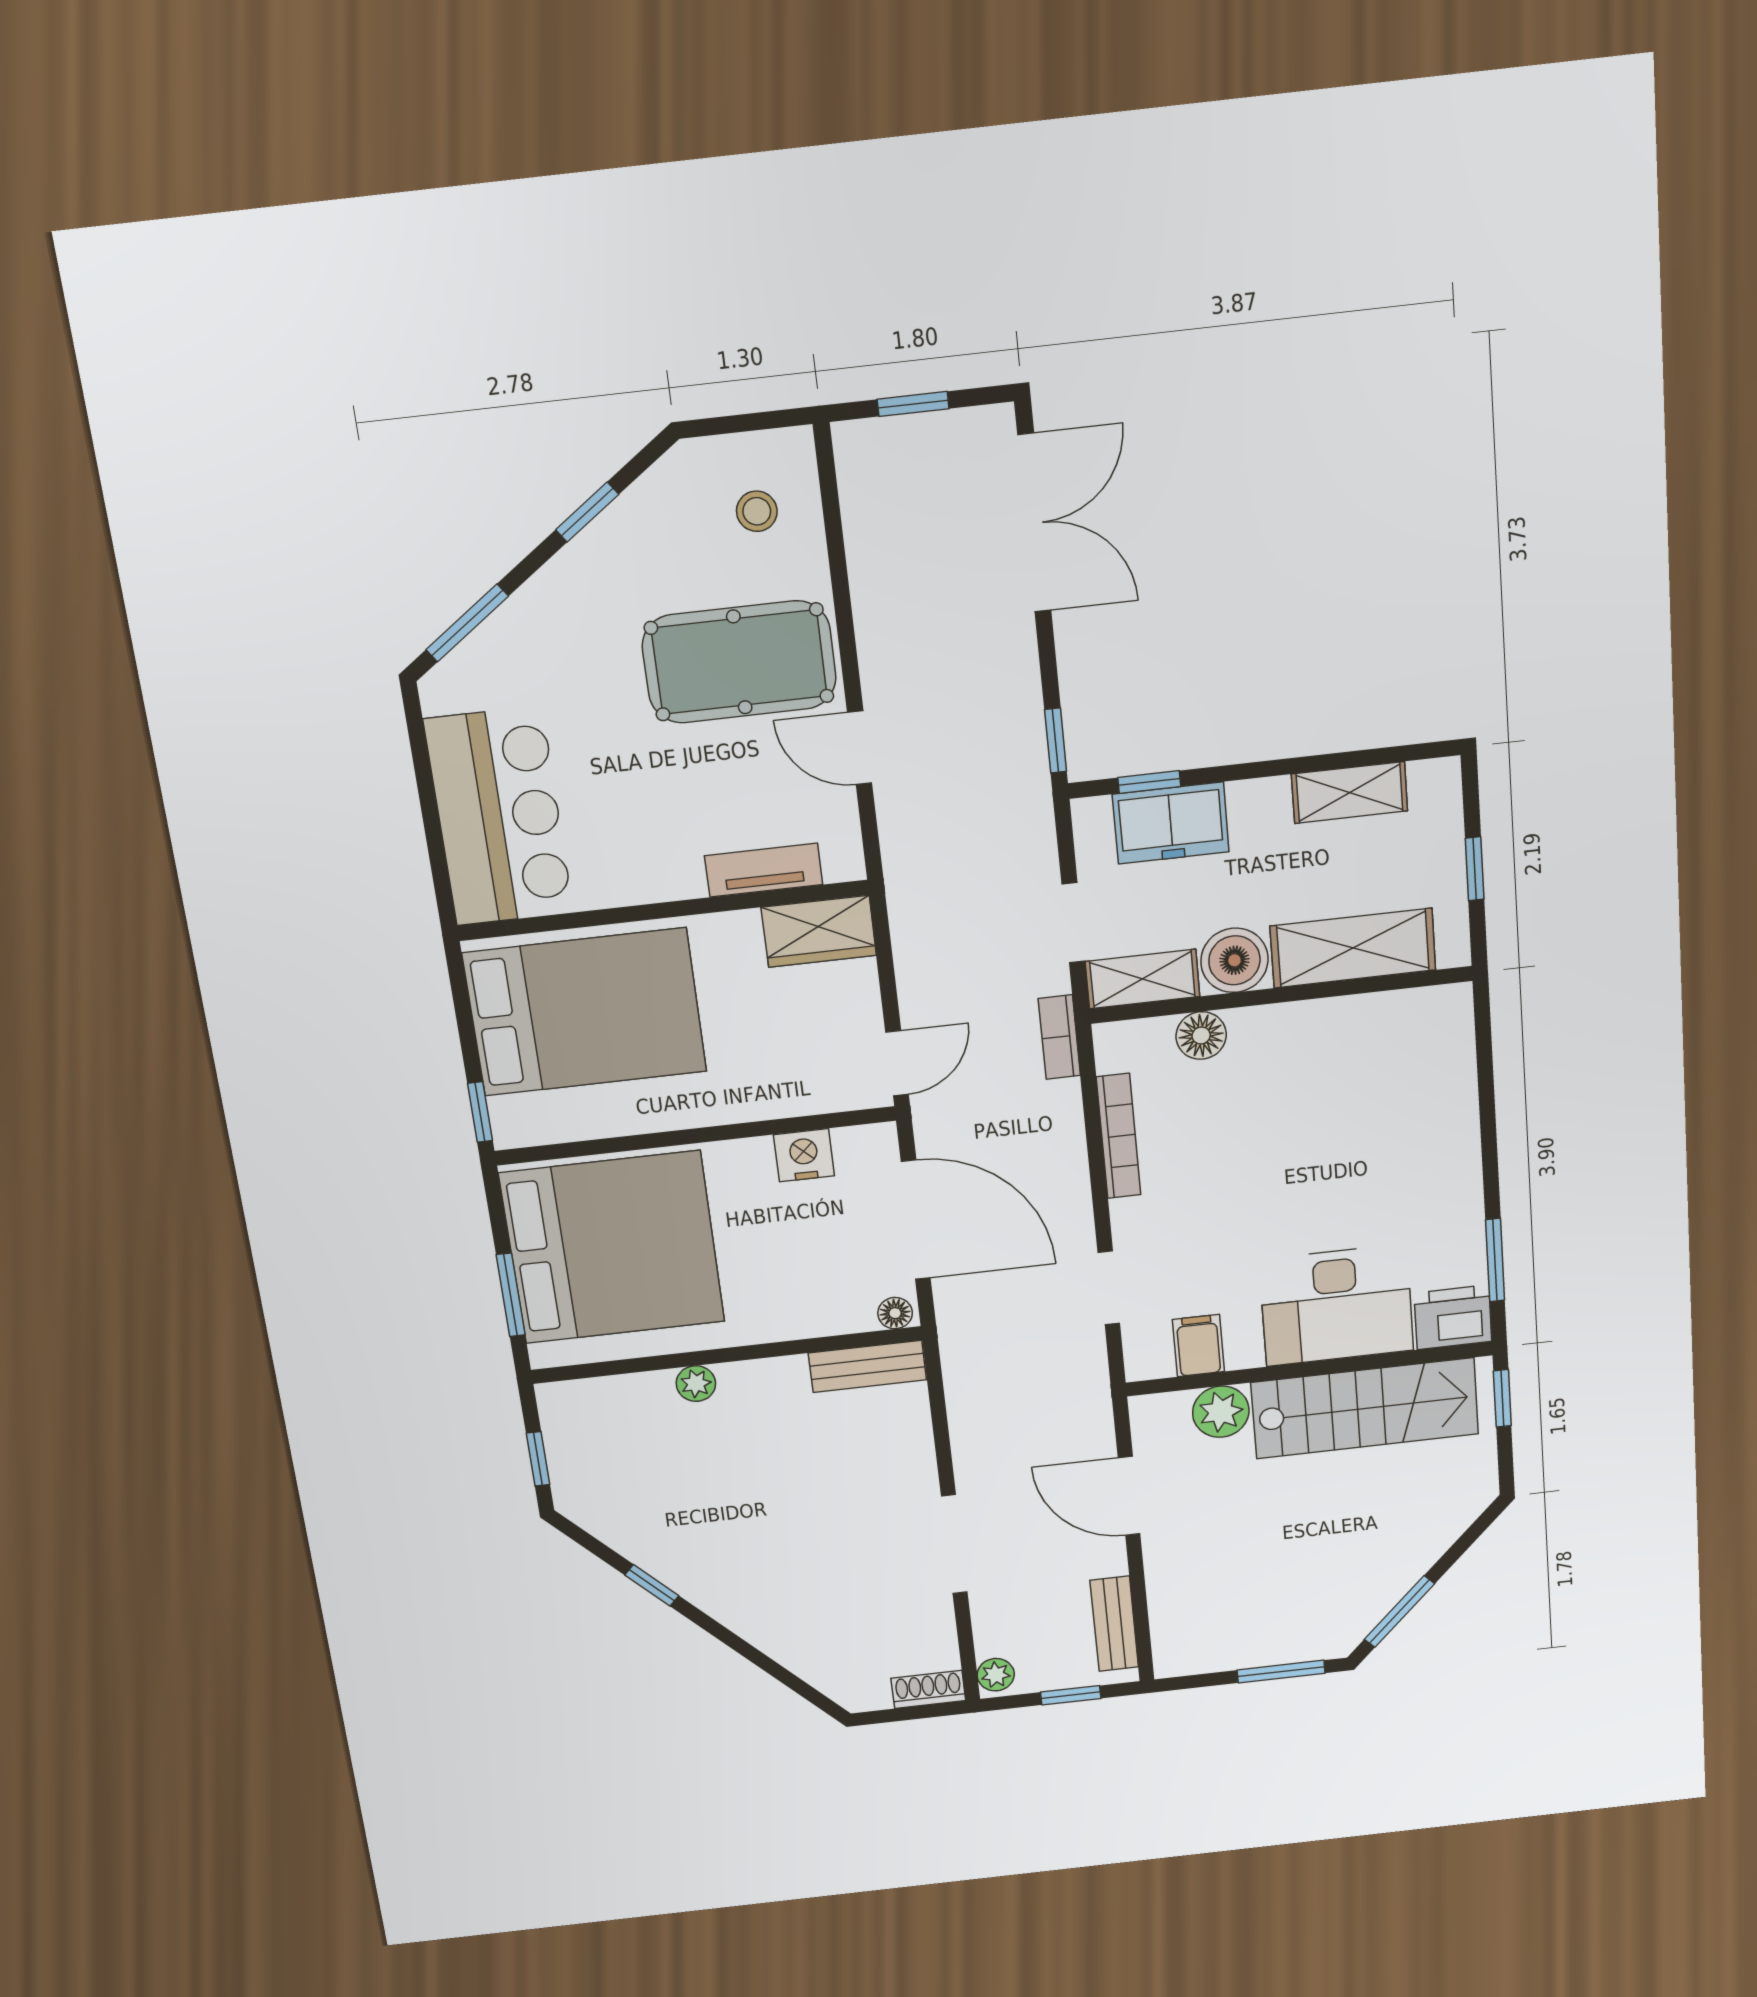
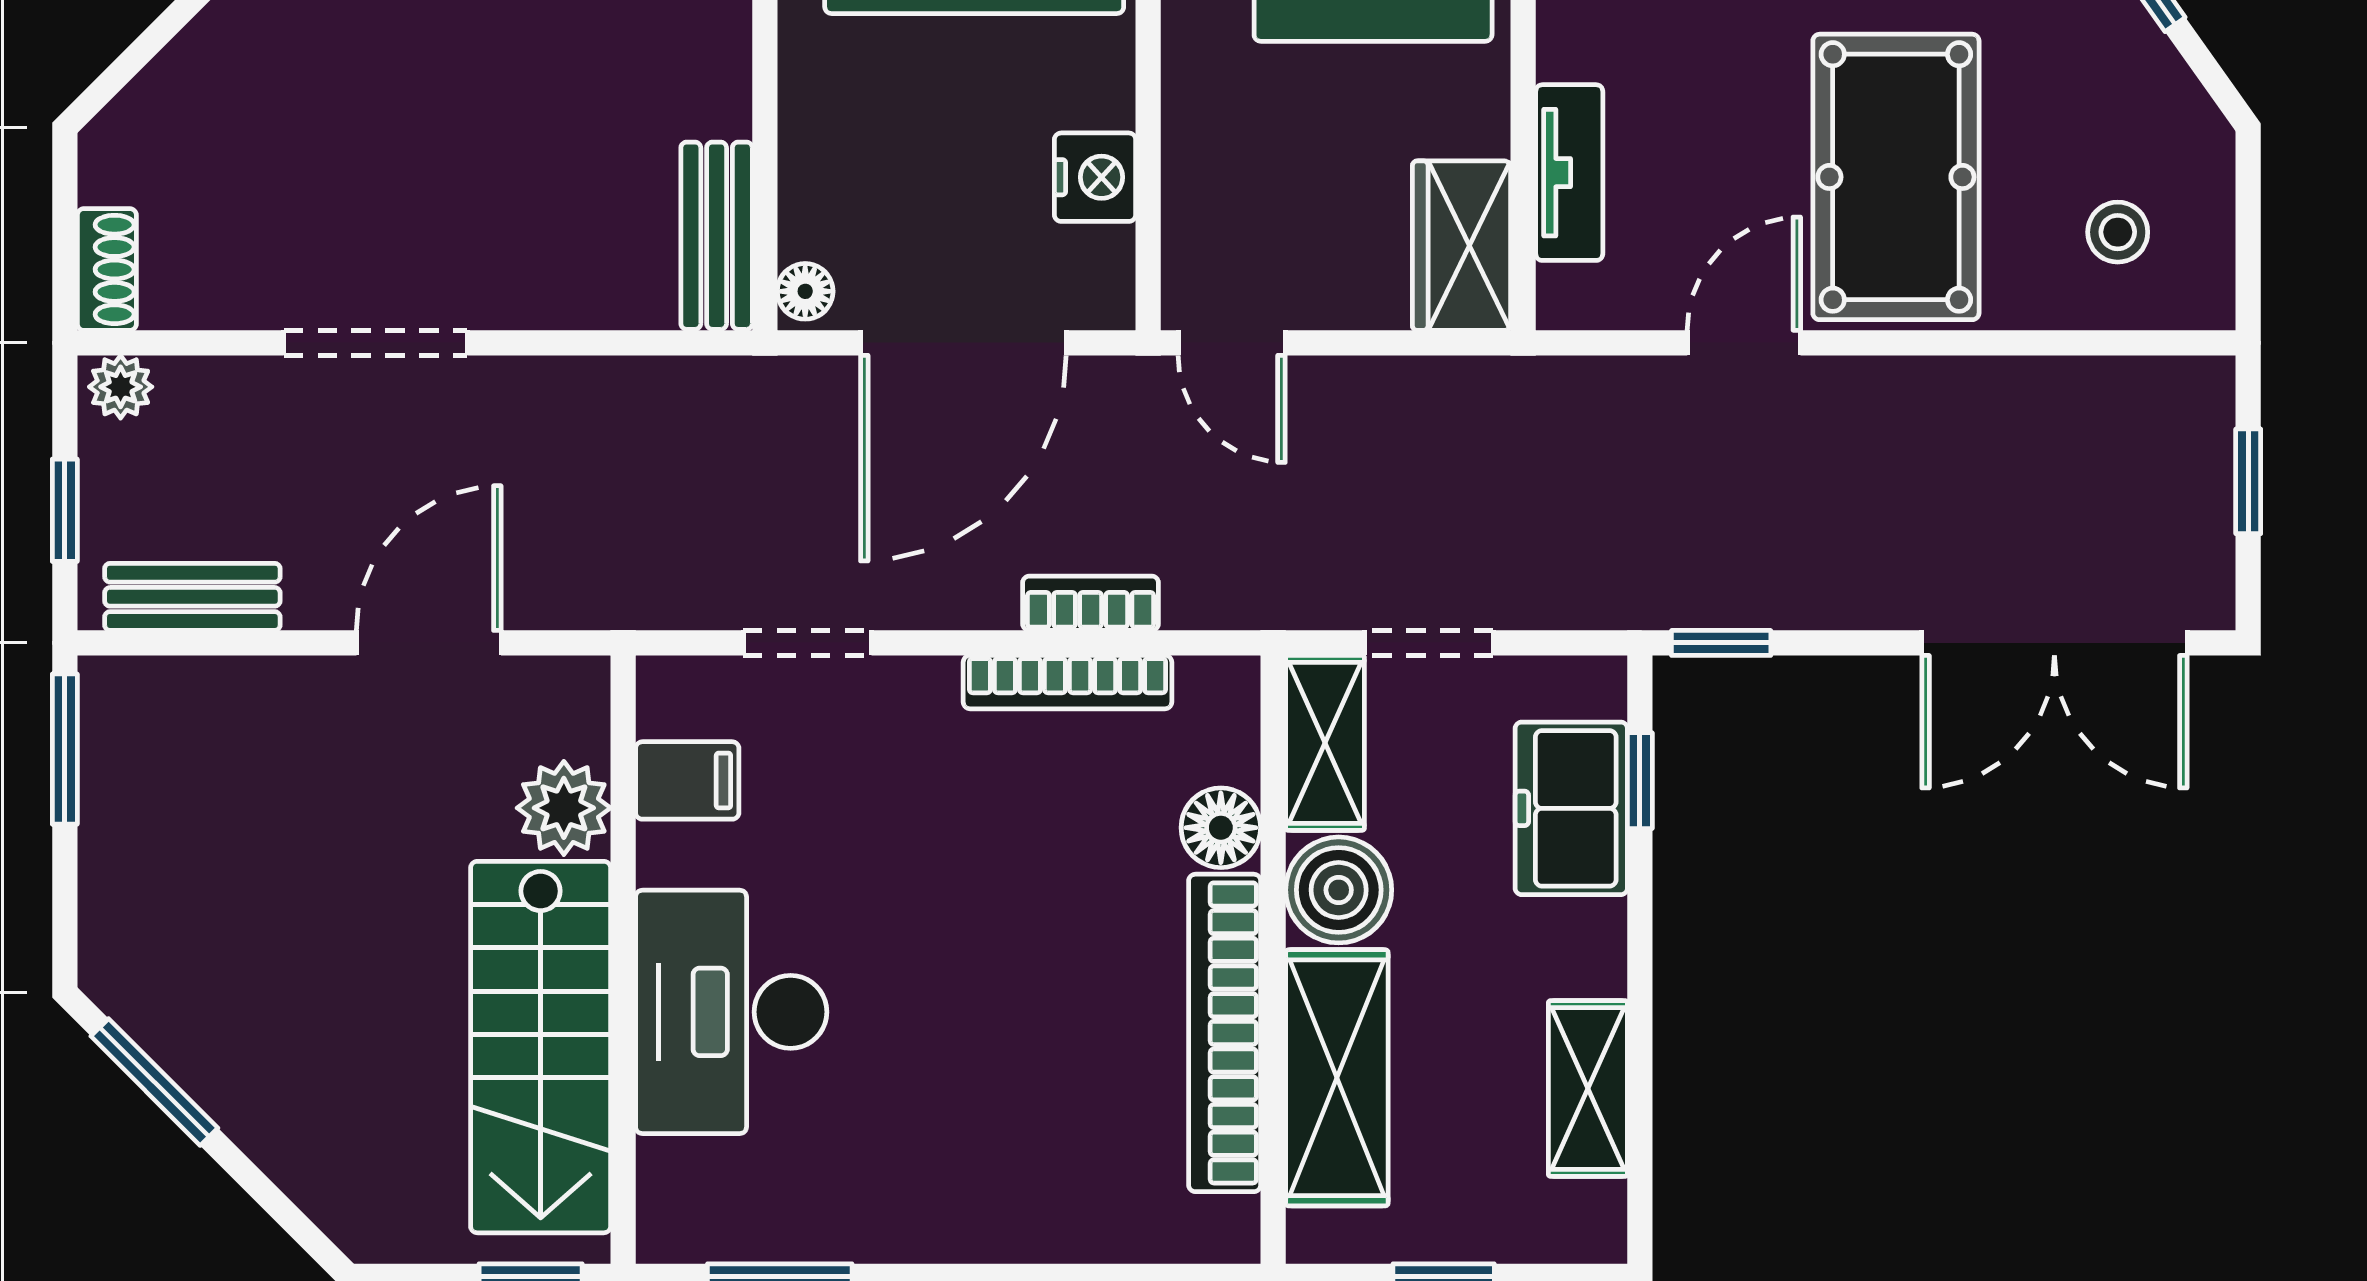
bookcase: (1329, 1019) -> (1225, 1033), added
bookcase: (1059, 1037) -> (1091, 603), moved
printer: (1453, 1317) -> (687, 1202), removed
window: (1281, 1672) -> (65, 749), moved

